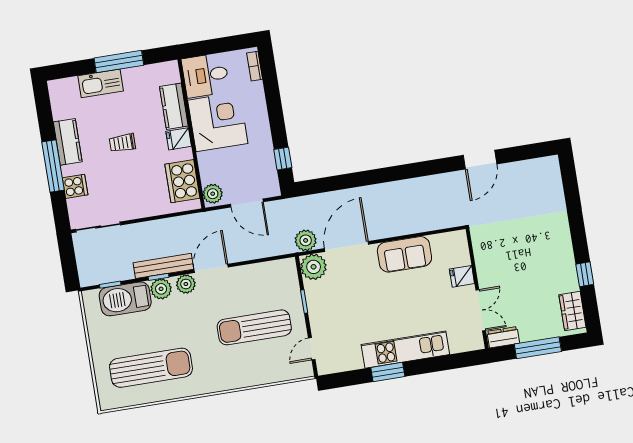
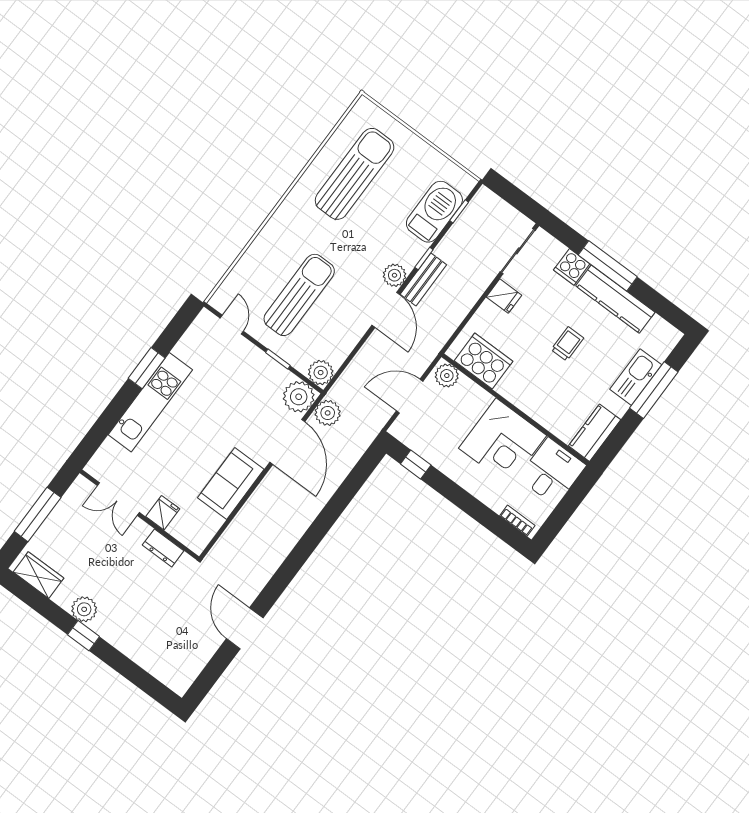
window: (119, 62) -> (654, 390), moved
kitchen counter: (174, 106) -> (595, 433), moved, turned -90
fridge: (179, 139) -> (504, 296), moved, turned 90
kitchen counter: (68, 142) -> (615, 299), width x1.50
plant: (565, 264) -> (84, 609), added
bench: (163, 266) -> (423, 280), width x0.73
window: (585, 274) -> (83, 636), moved
plant: (161, 289) -> (321, 373), moved
dresser: (503, 337) -> (163, 548), moved, turned 90
sun lounger: (151, 368) -> (355, 174), turned 180

